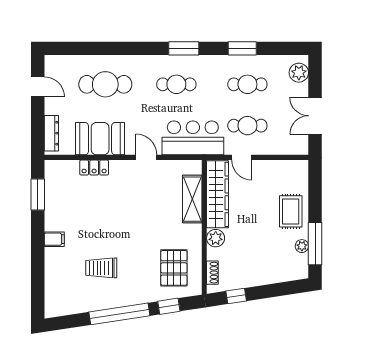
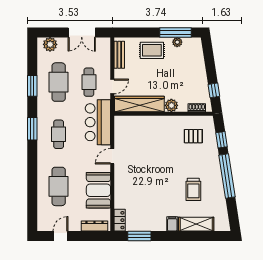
cafe table: (247, 84) -> (59, 82), width x1.37, depth x1.35
locker: (94, 167) -> (120, 220), moved
bench: (285, 167) -> (119, 55), added
shelving: (192, 199) -> (196, 224), moved
pallet: (174, 268) -> (193, 136), width x0.67, depth x0.71

